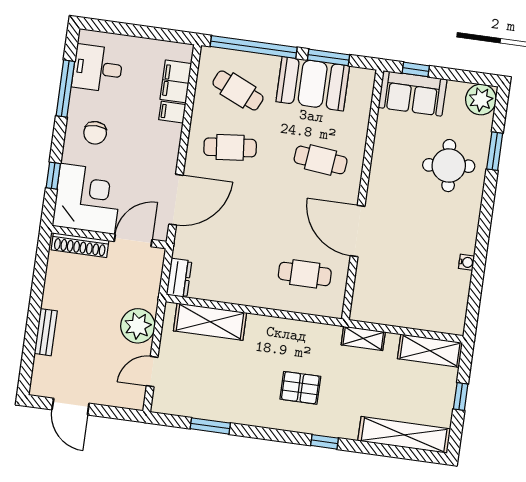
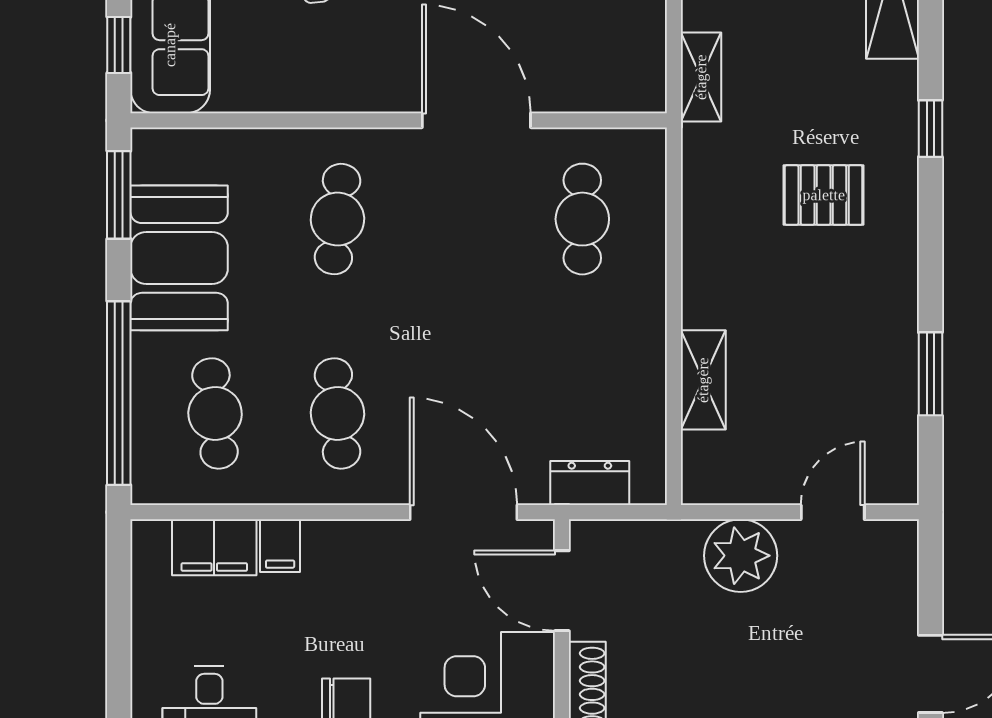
window: (329, 57) -> (119, 195), moved
cafe table: (238, 90) -> (215, 413), turned -30
door: (358, 231) -> (476, 120), swing flipped
dresser: (179, 278) -> (590, 483), moved
shelving: (210, 322) -> (703, 380), width x0.67, depth x0.75
door: (152, 372) -> (833, 512), swing flipped
pallet: (300, 388) -> (824, 195), turned 90

